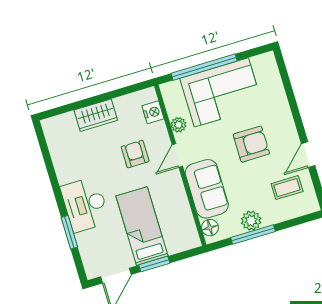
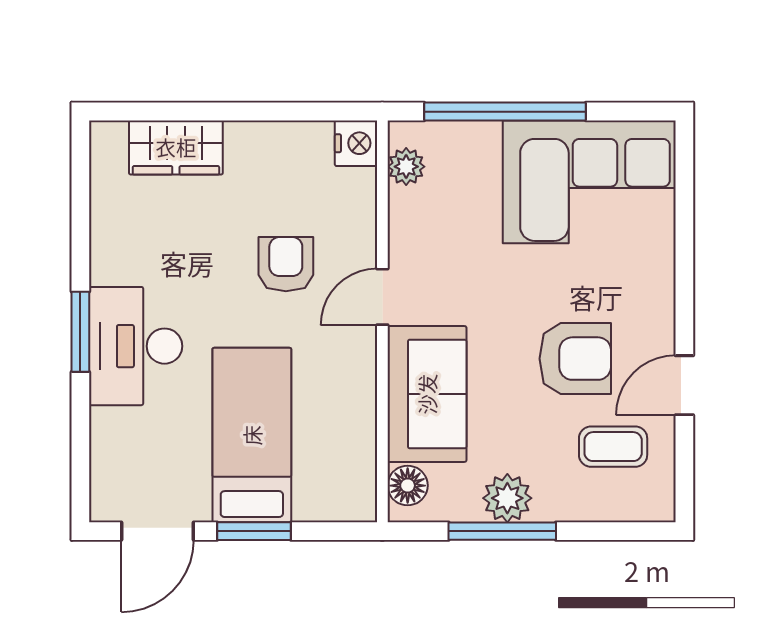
corner sofa: (221, 92) -> (589, 182), moved
nightstand: (153, 112) -> (356, 143), moved
wardrobe: (96, 115) -> (176, 147), moved
plant: (178, 125) -> (406, 167), moved
armchair: (251, 144) -> (575, 359), moved
window: (69, 232) -> (80, 332), moved

